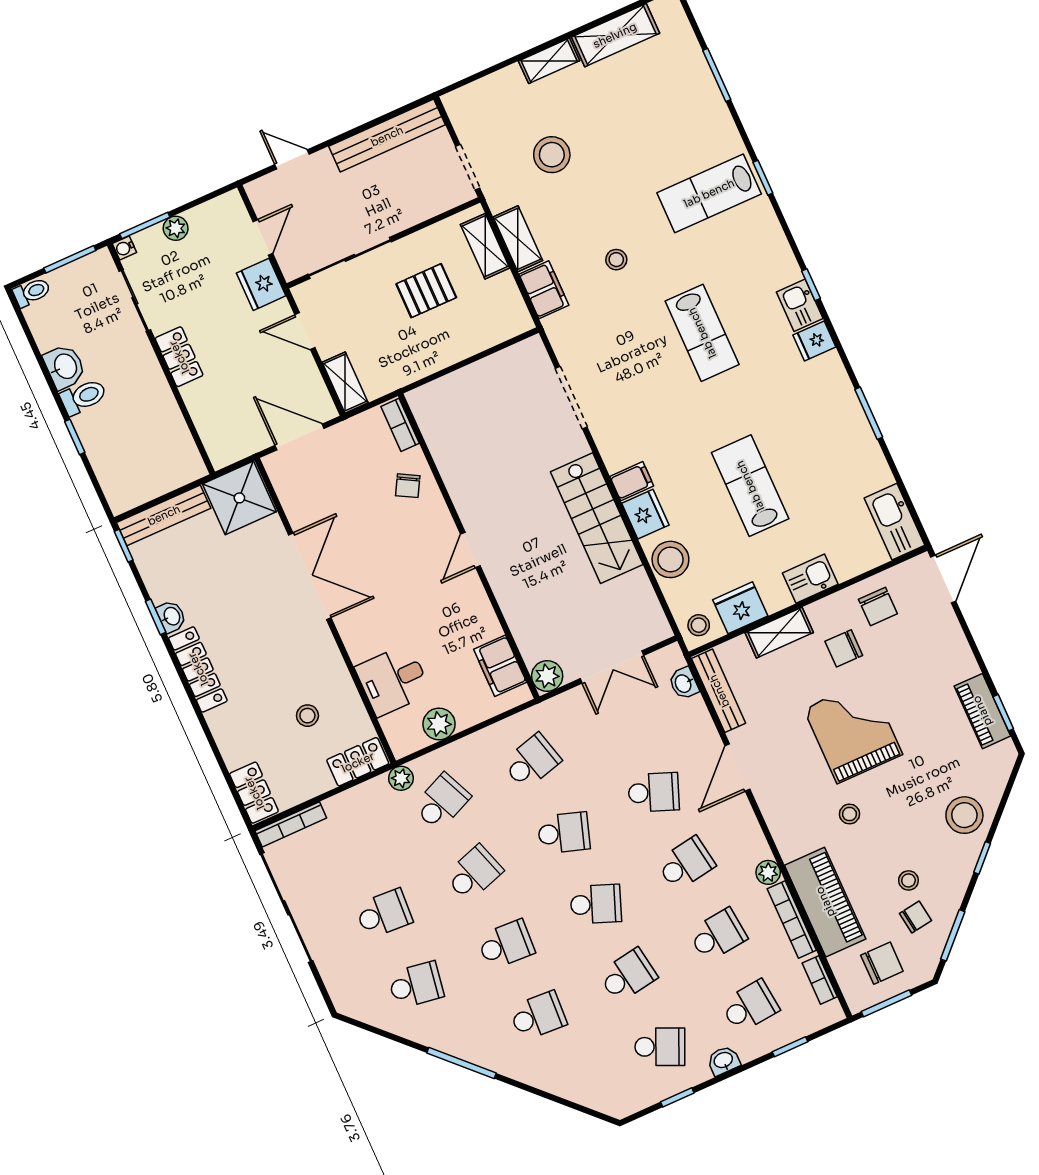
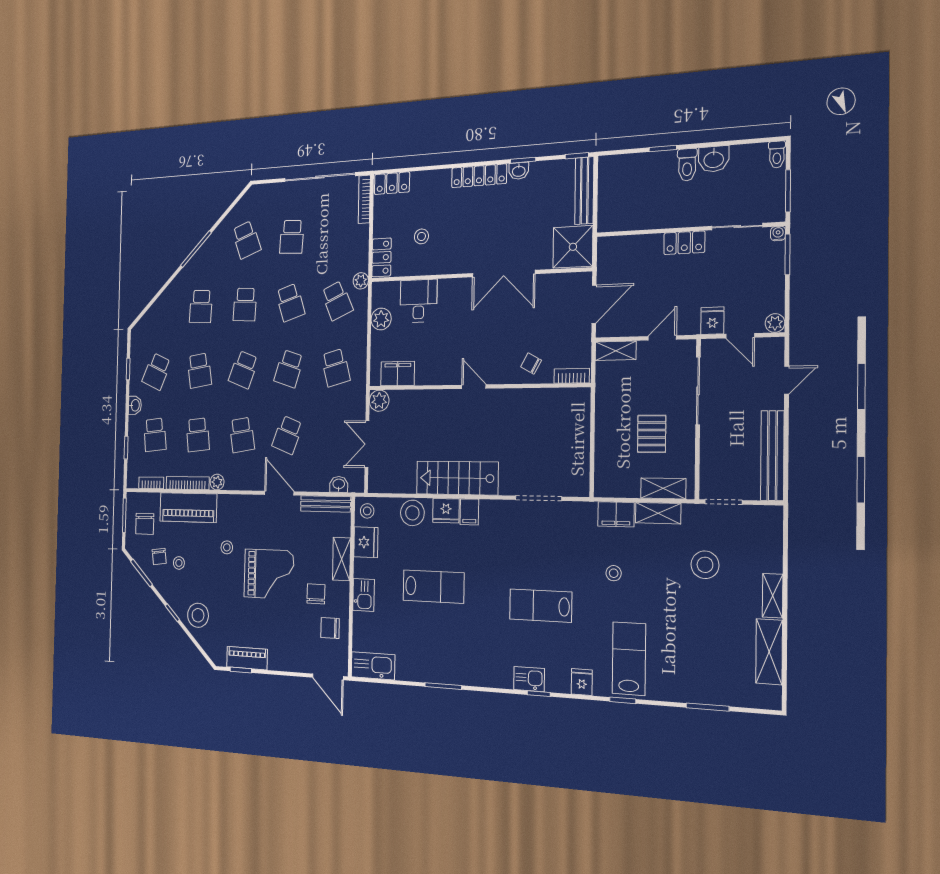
plant: (176, 228) -> (775, 323), moved
fridge: (261, 284) -> (712, 321), width x0.72
fridge: (814, 341) -> (582, 682), moved
school desk: (416, 985) -> (246, 240), turned -30

